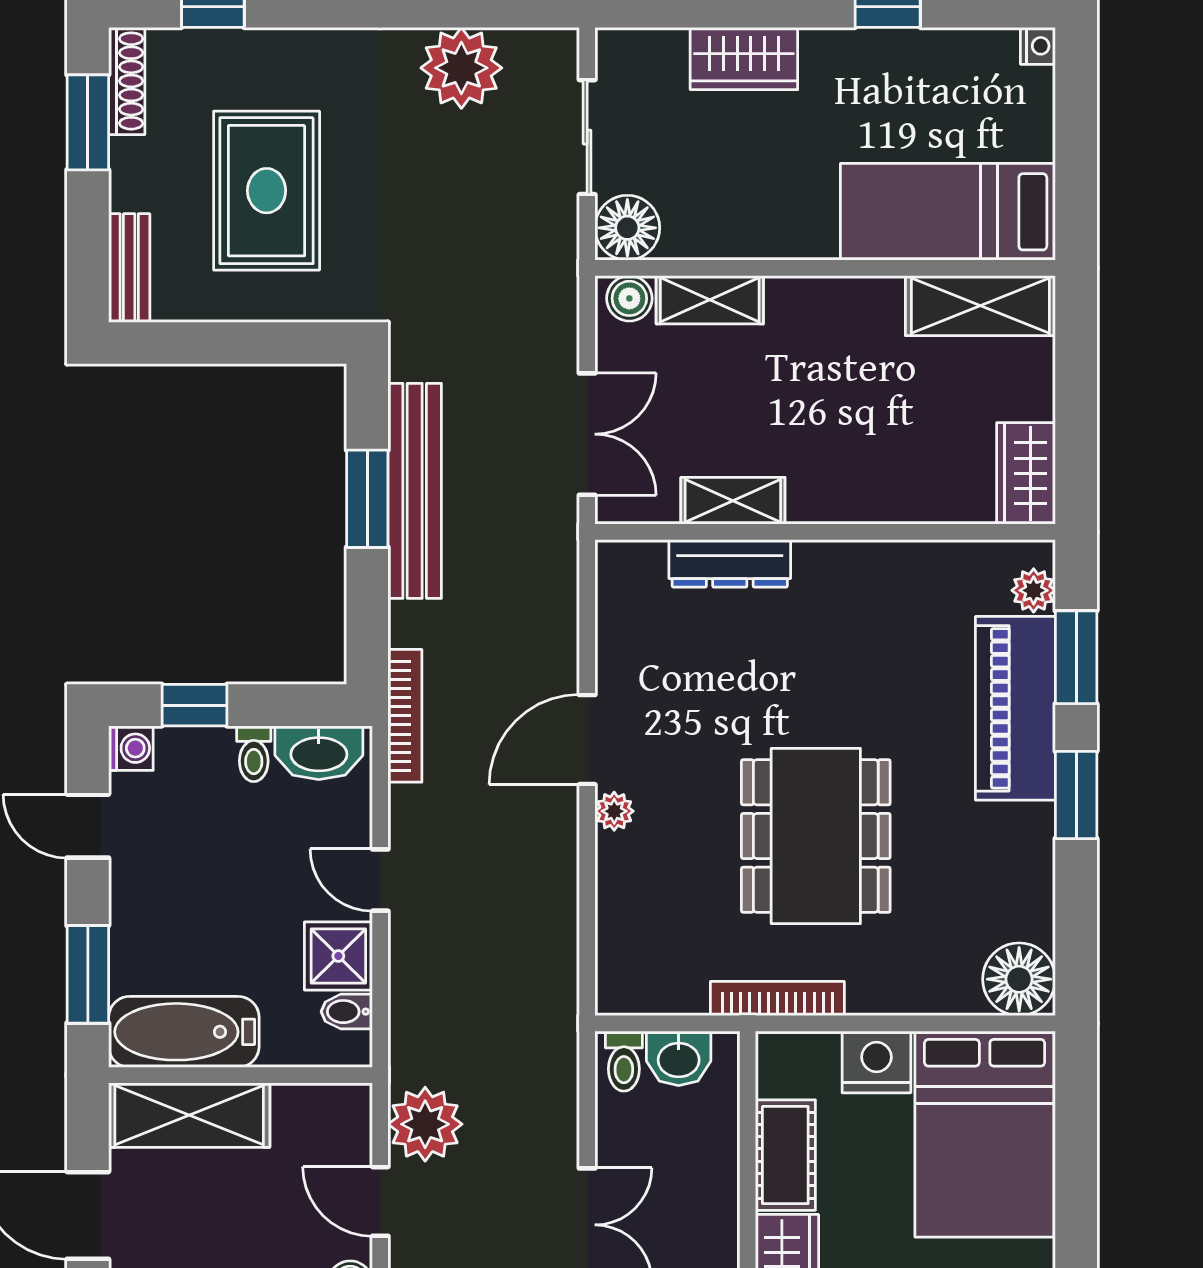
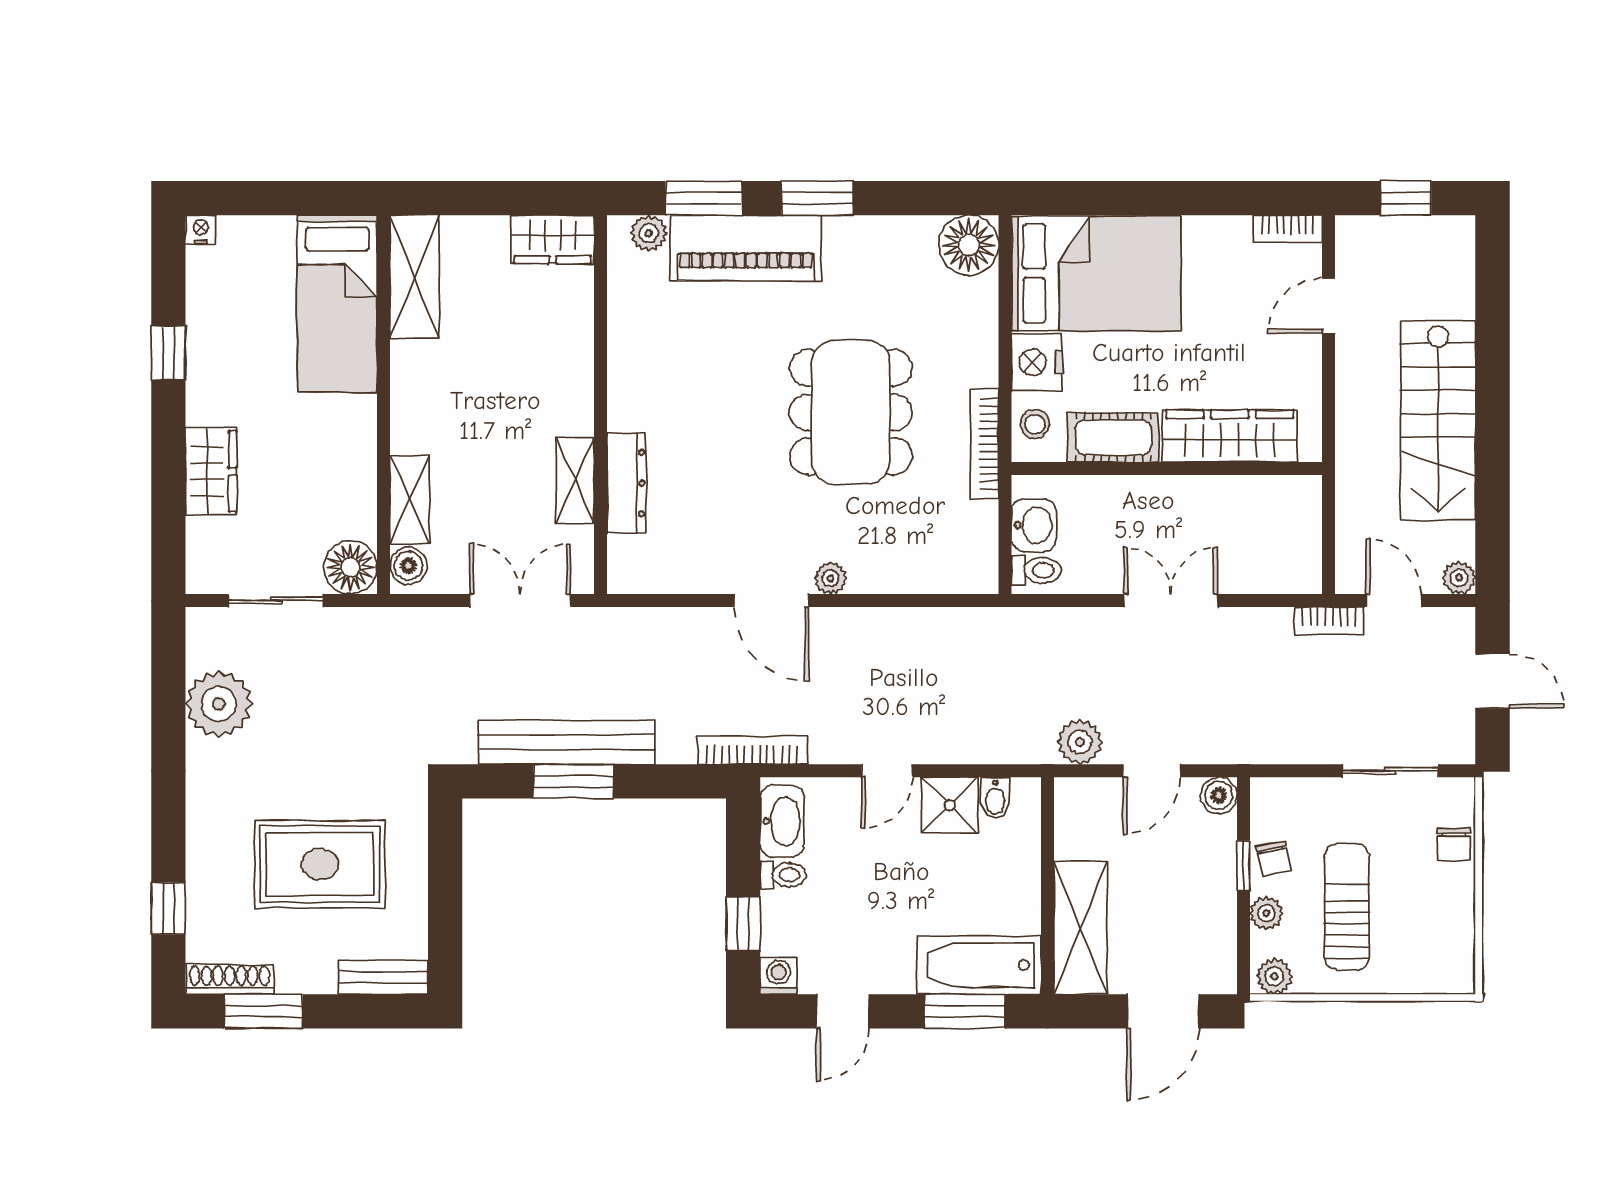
dining table: (816, 836) -> (851, 412), turned 90
bathtub: (184, 1032) -> (979, 965), moved, turned 90
stool: (802, 1060) -> (1035, 424), added
plant: (425, 1124) -> (1080, 742), width x0.73, depth x0.73

